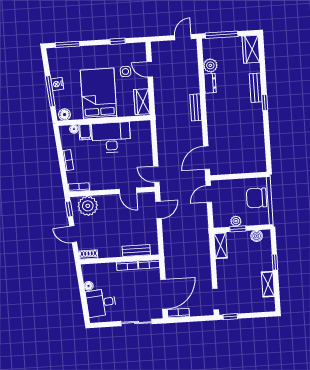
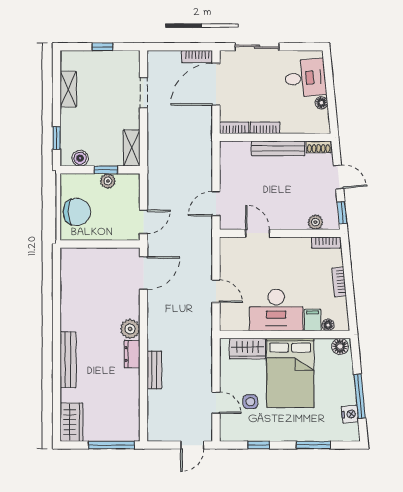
door: (183, 37) -> (192, 445), moved
window: (68, 44) -> (313, 445), moved
plant: (210, 65) -> (130, 329), moved
dresser: (210, 83) -> (132, 354), moved
nightstand: (57, 84) -> (350, 414), moved
bench: (256, 88) -> (68, 360), width x1.36
window: (50, 91) -> (360, 396), moved
wardrobe: (142, 102) -> (247, 349), moved, turned 90
window: (265, 102) -> (57, 346), removed
bench: (196, 107) -> (154, 370), moved
door: (156, 174) -> (216, 291), moved
plant: (88, 206) -> (315, 222), width x0.53, depth x0.53
bench: (136, 251) -> (278, 148), moved, width x1.36
window: (275, 262) -> (57, 138), moved
doorway: (216, 299) -> (143, 93), moved
window: (230, 317) -> (102, 47), moved

